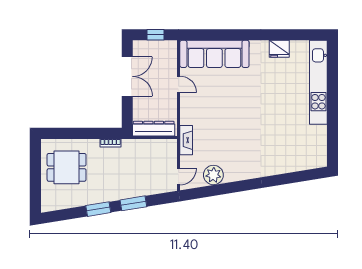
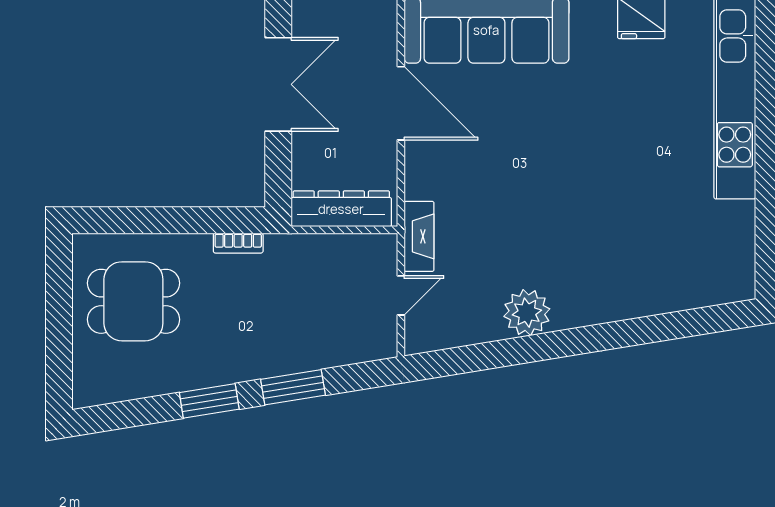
door: (179, 84) -> (401, 103), width x1.88
plant: (213, 175) -> (527, 313), moved
door: (179, 177) -> (401, 295), moved

